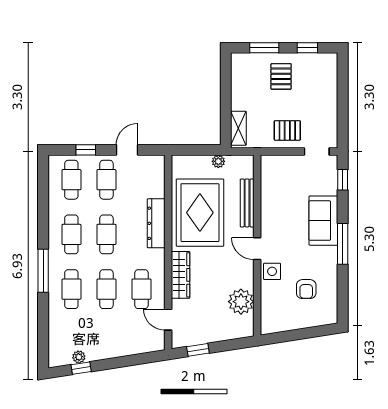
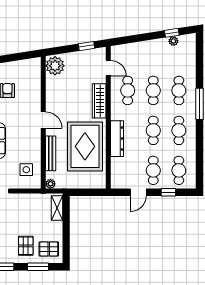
pallet: (287, 130) -> (49, 249), moved
plant: (218, 161) -> (50, 184), moved
side table: (272, 271) -> (26, 170), moved
plant: (241, 302) -> (55, 66), moved

